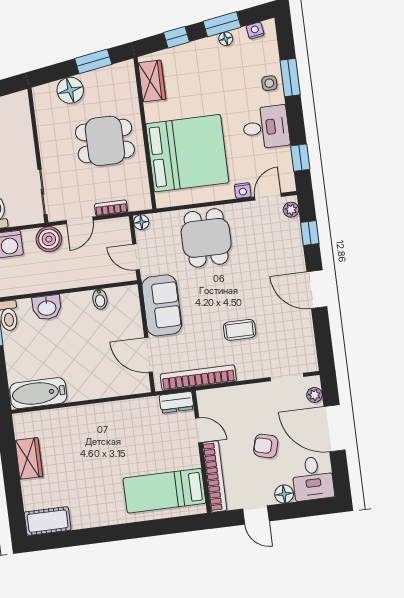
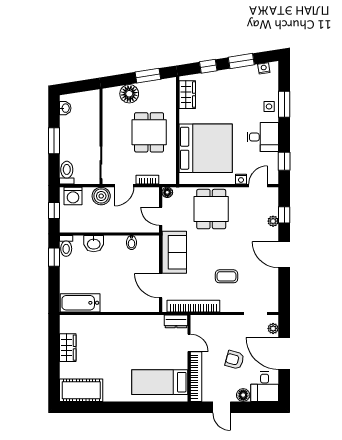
floor lamp: (226, 39) -> (243, 71), removed
dining table: (105, 141) -> (149, 132), turned 90
plant: (291, 210) -> (273, 221), moved
cot: (48, 521) -> (81, 390), width x1.37, depth x1.34

